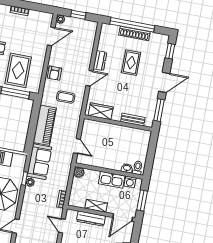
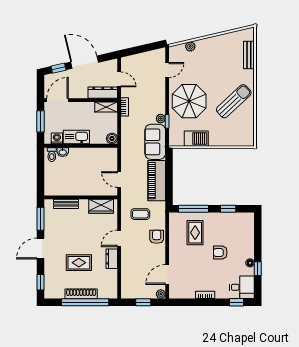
rug: (131, 63) -> (79, 263), turned 90
rug: (18, 70) -> (195, 233), width x0.73, depth x0.70
door: (77, 146) -> (119, 180), moved
shelving: (96, 206) -> (106, 107), moved
dresser: (91, 219) -> (103, 93), moved

